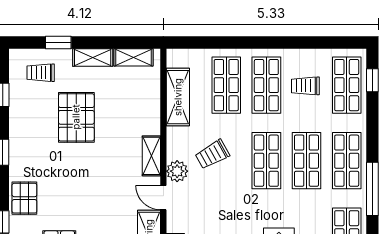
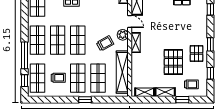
window: (252, 43) -> (85, 100), added
shelving: (178, 97) -> (122, 72), width x1.47
window: (372, 189) -> (24, 55), moved
pallet: (24, 198) -> (197, 53), moved

